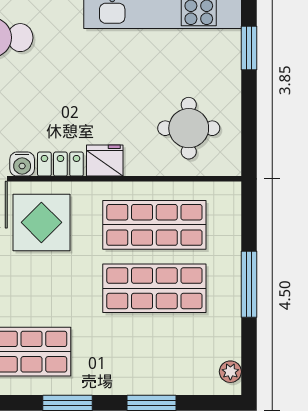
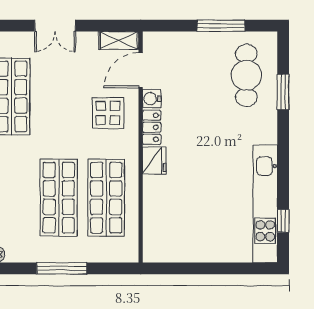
window: (249, 48) -> (239, 268), removed
round table: (189, 128) -> (179, 223), removed
display table: (41, 222) -> (108, 113), width x0.73, depth x0.73

